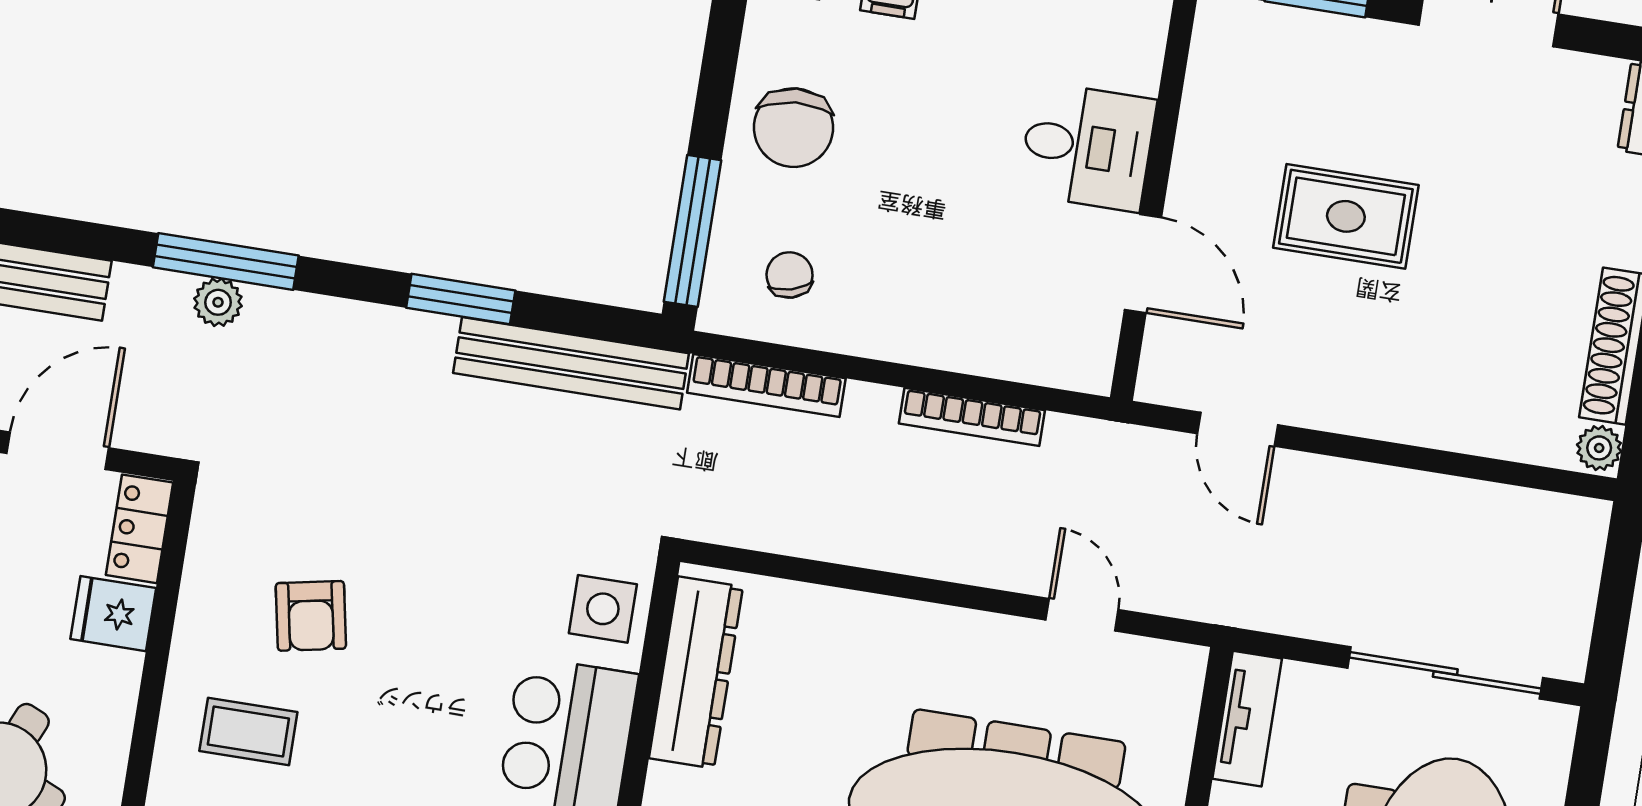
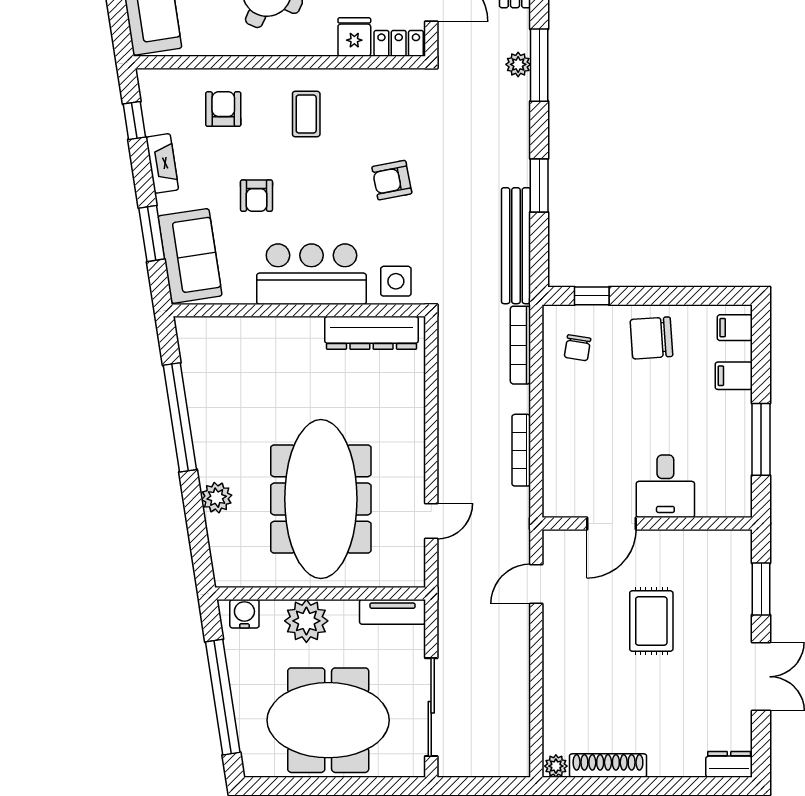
window: (692, 231) -> (592, 296), width x0.46
chair: (790, 275) -> (578, 348), turned 115
armchair: (311, 616) -> (392, 180), moved

